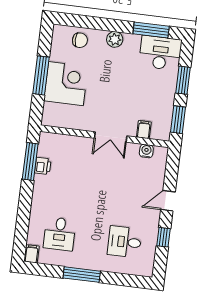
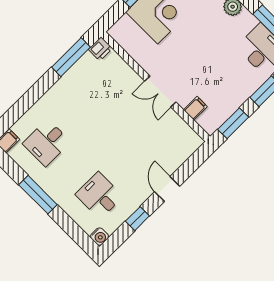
water cooler: (146, 151) -> (99, 237), moved, turned 90
printer: (43, 166) -> (100, 49), moved
door: (168, 201) -> (167, 189), hinge flipped

